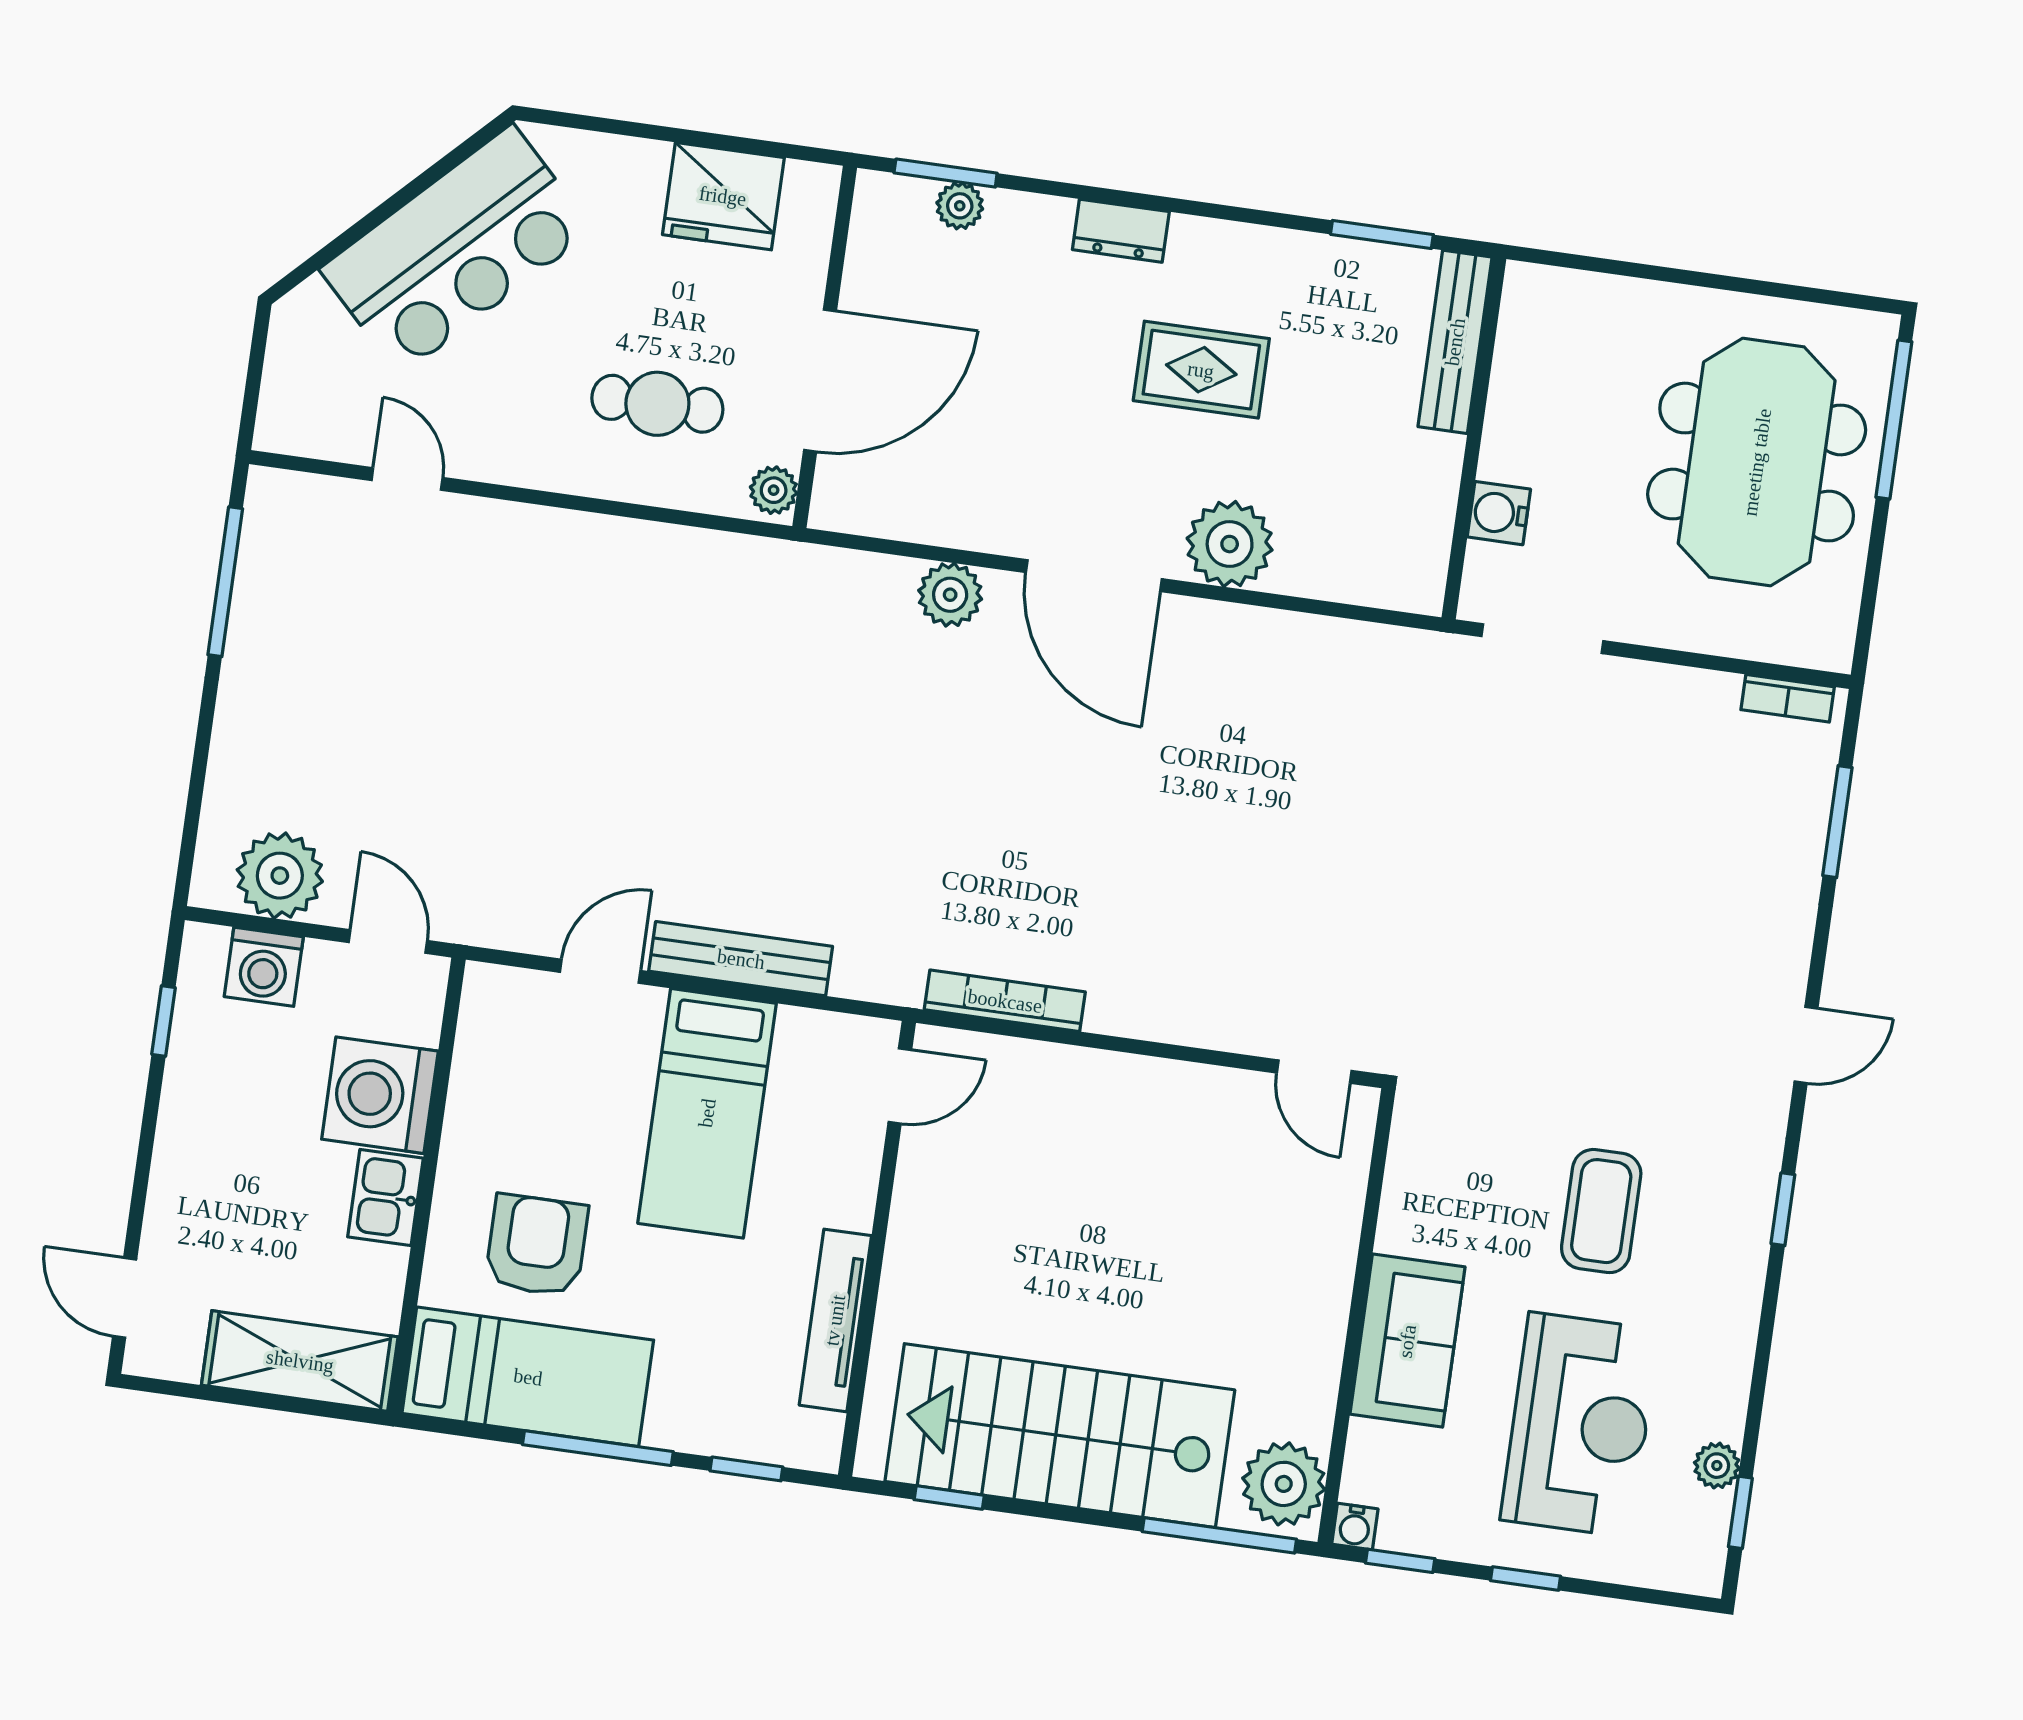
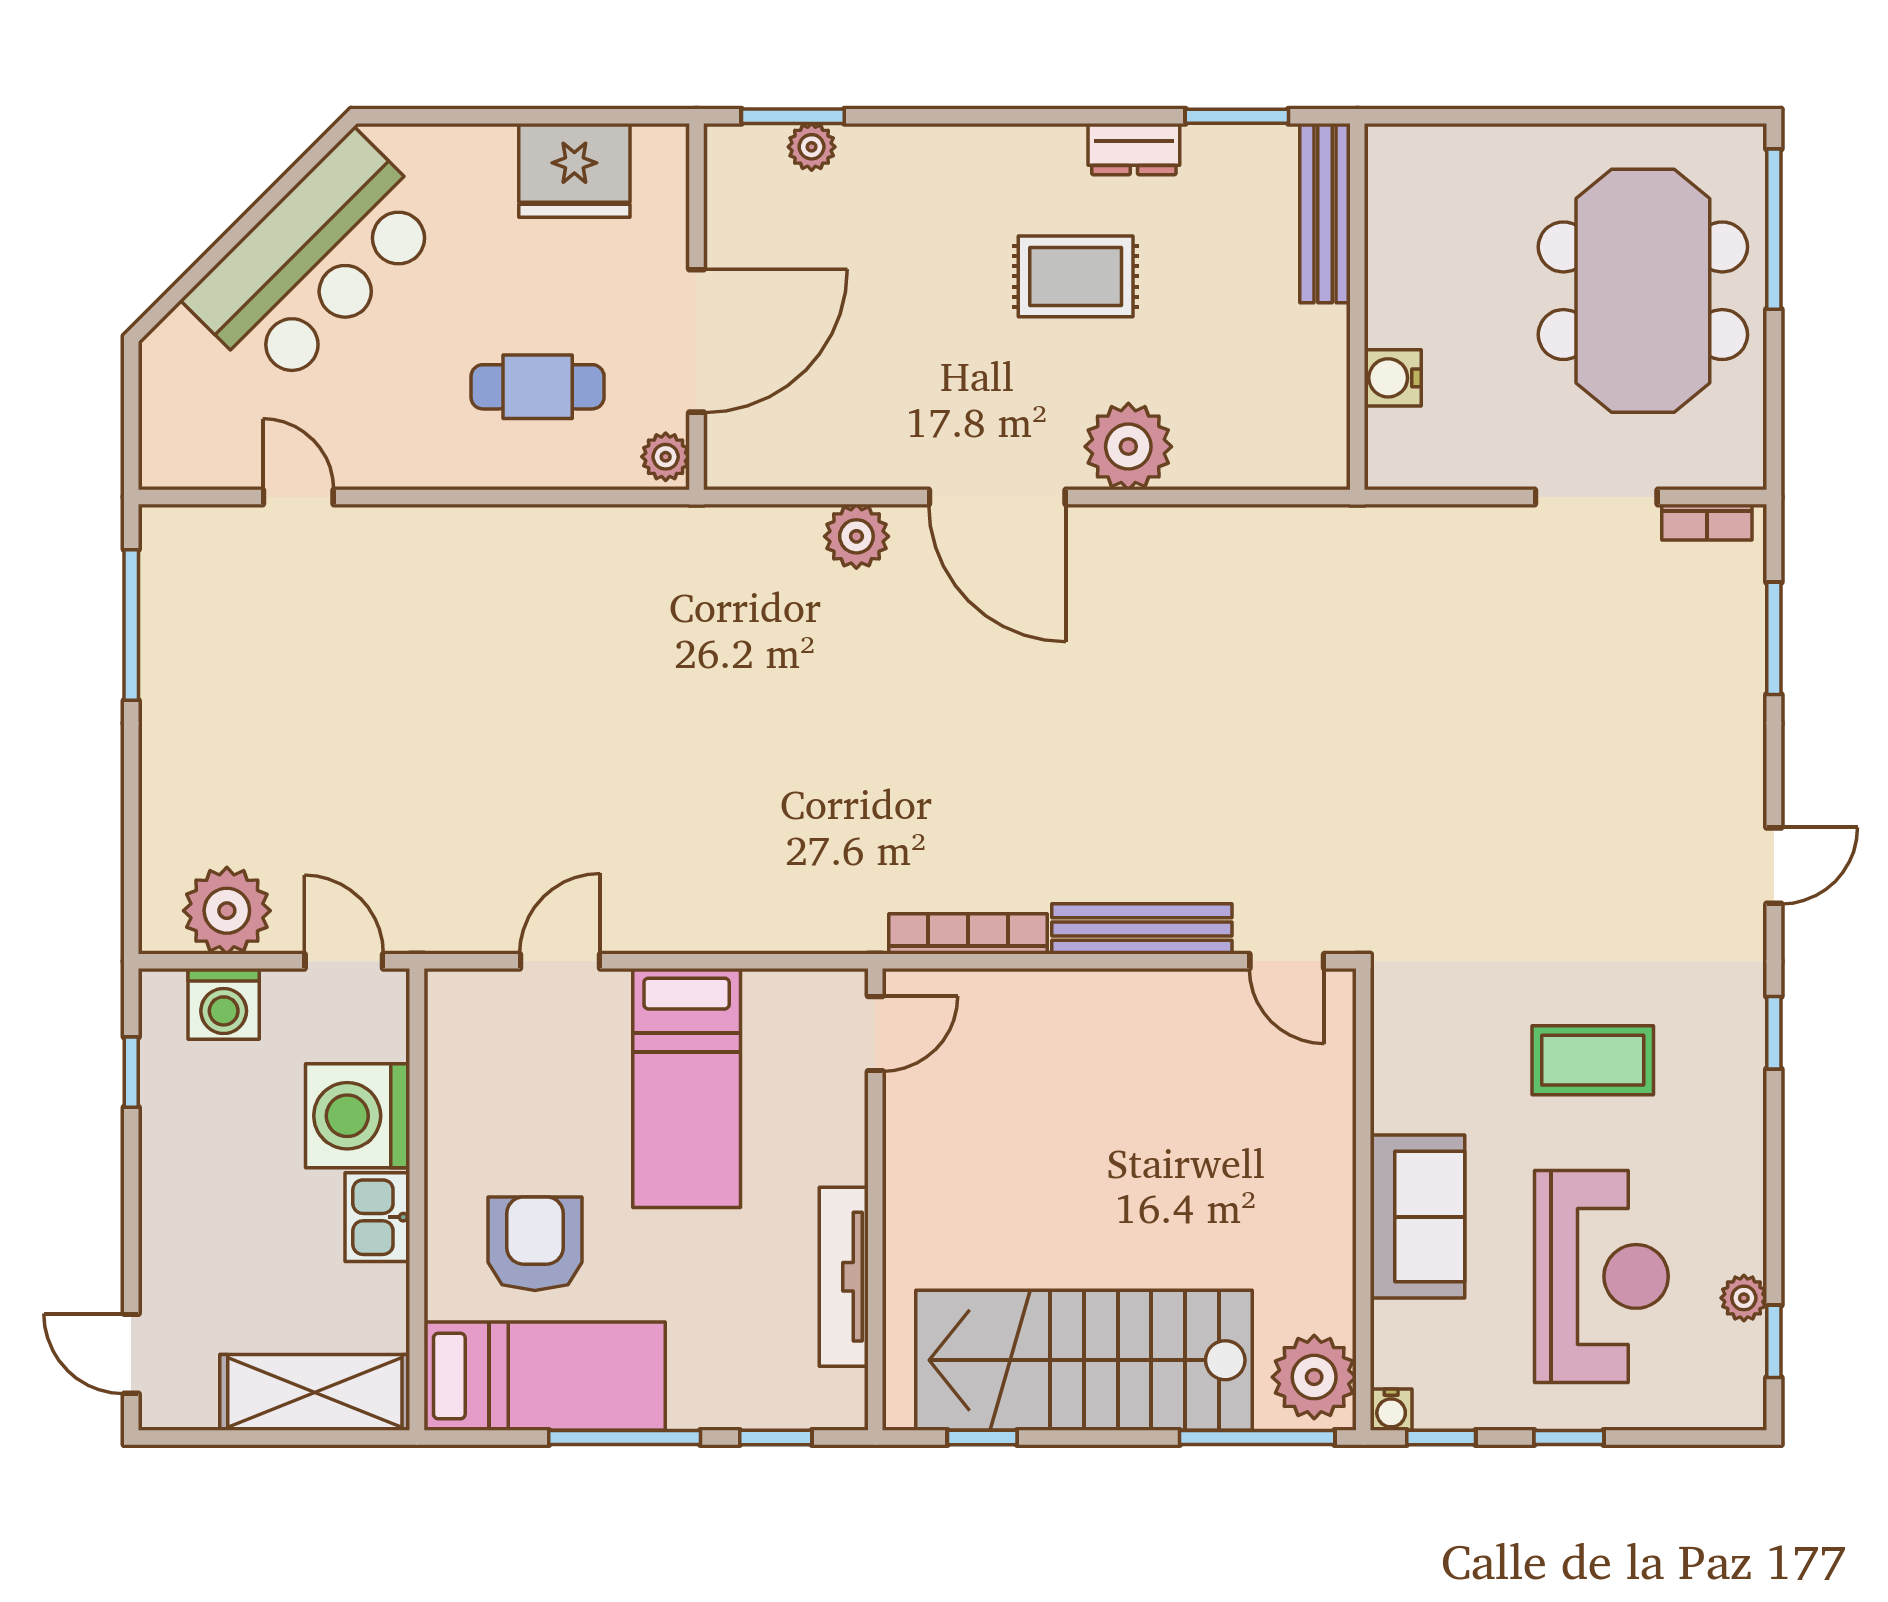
dresser: (1121, 231) -> (1134, 149), moved
doorway: (1542, 639) -> (1596, 497), moved
bench: (741, 959) -> (1142, 929), moved
coffee table: (1601, 1211) -> (1593, 1060), turned 90

